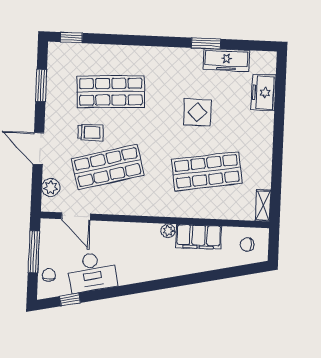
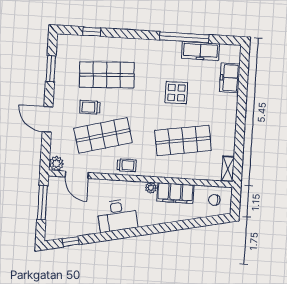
window: (71, 38) -> (92, 32), moved
window: (206, 43) -> (184, 37), width x2.11
trolley: (90, 132) -> (90, 107), turned 180
plant: (51, 188) -> (56, 163), moved
trolley: (138, 203) -> (127, 165), added
desk: (92, 272) -> (117, 215), moved
chair: (49, 275) -> (54, 222), removed

